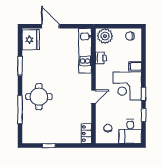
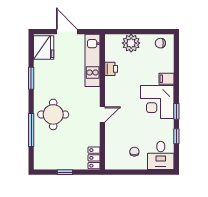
kitchen unit: (85, 51) -> (93, 60), moved
printer: (101, 58) -> (111, 69), moved
wall: (93, 86) -> (102, 102), moved
door: (93, 97) -> (102, 114), moved
locker: (86, 134) -> (94, 158), moved

